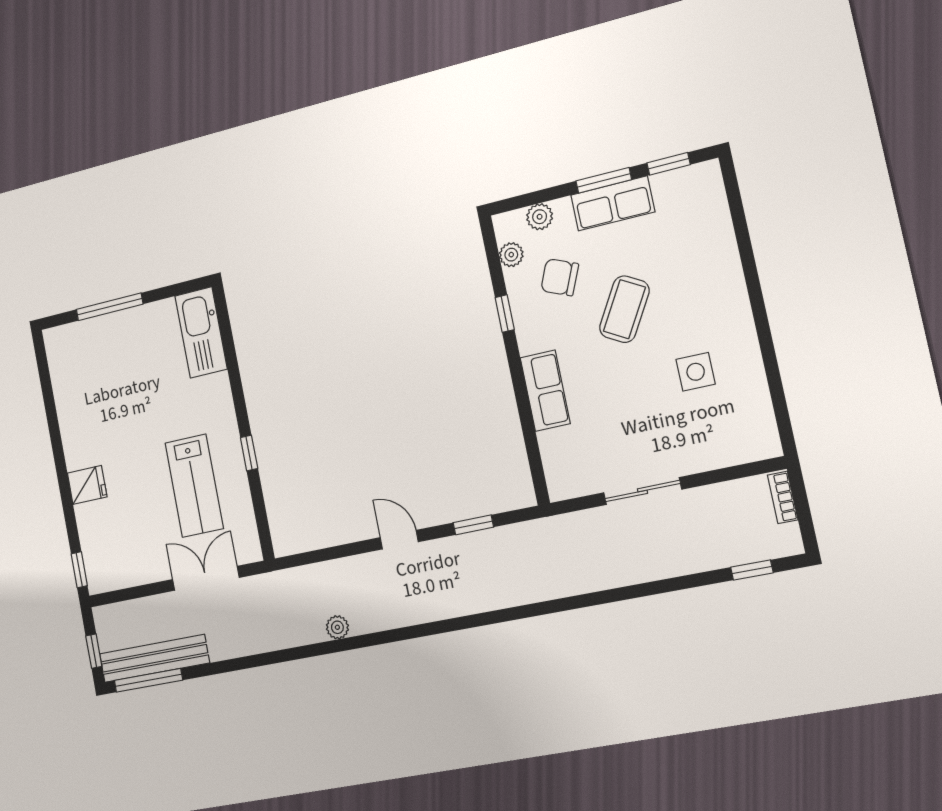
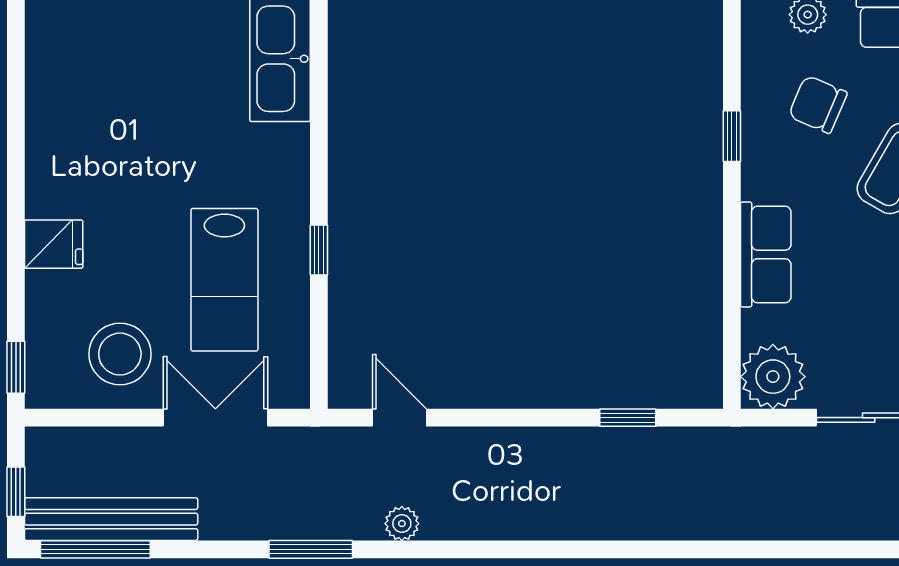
plant: (511, 255) -> (773, 377), moved, width x1.88, depth x1.88
door: (399, 540) -> (399, 418), moved
stool: (140, 548) -> (120, 354), added
window: (282, 656) -> (311, 549), added

